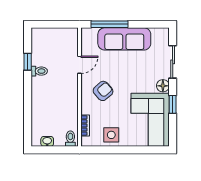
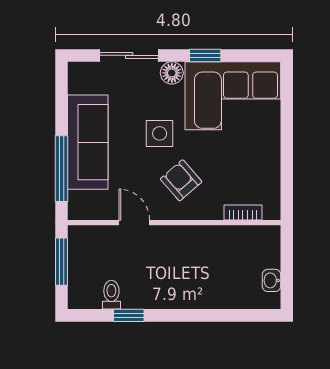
window: (58, 24) -> (61, 262), added
toilet: (39, 71) -> (111, 295), moved
side table: (111, 135) -> (160, 133), moved
toilet: (70, 139) -> (267, 239), removed

